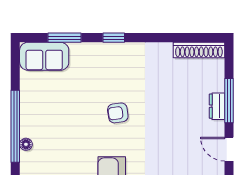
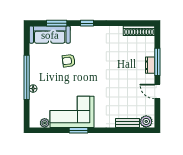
sofa: (44, 56) -> (50, 35), width x1.36
armchair: (118, 113) -> (69, 61), moved

